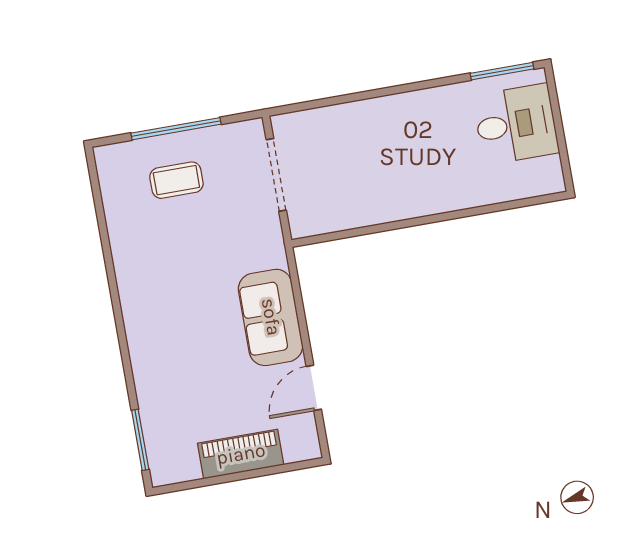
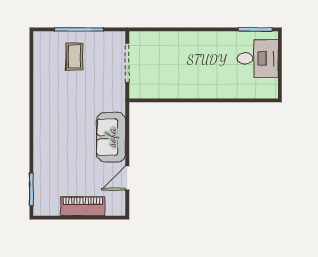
coffee table: (176, 180) -> (74, 56), turned 90

